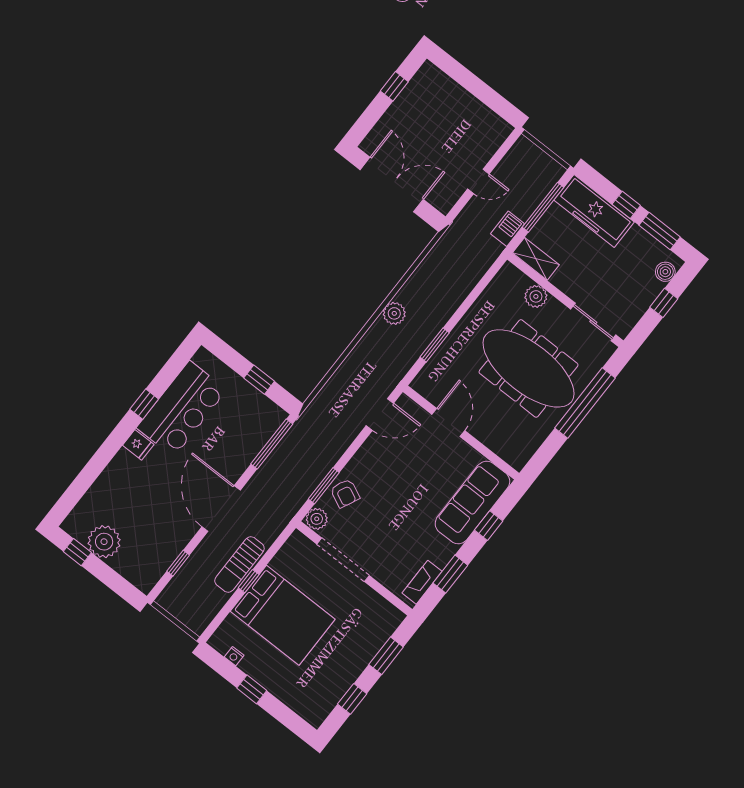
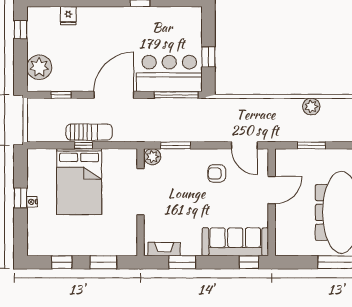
bar counter: (182, 409) -> (169, 73), moved, turned 180
fridge: (138, 445) -> (68, 16), moved
armchair: (345, 493) -> (217, 173), moved, turned 65
window: (489, 526) -> (249, 262), moved
plant: (104, 542) -> (39, 67), moved
sun lounger: (239, 564) -> (89, 132), turned 180
nightstand: (234, 656) -> (32, 202), moved

